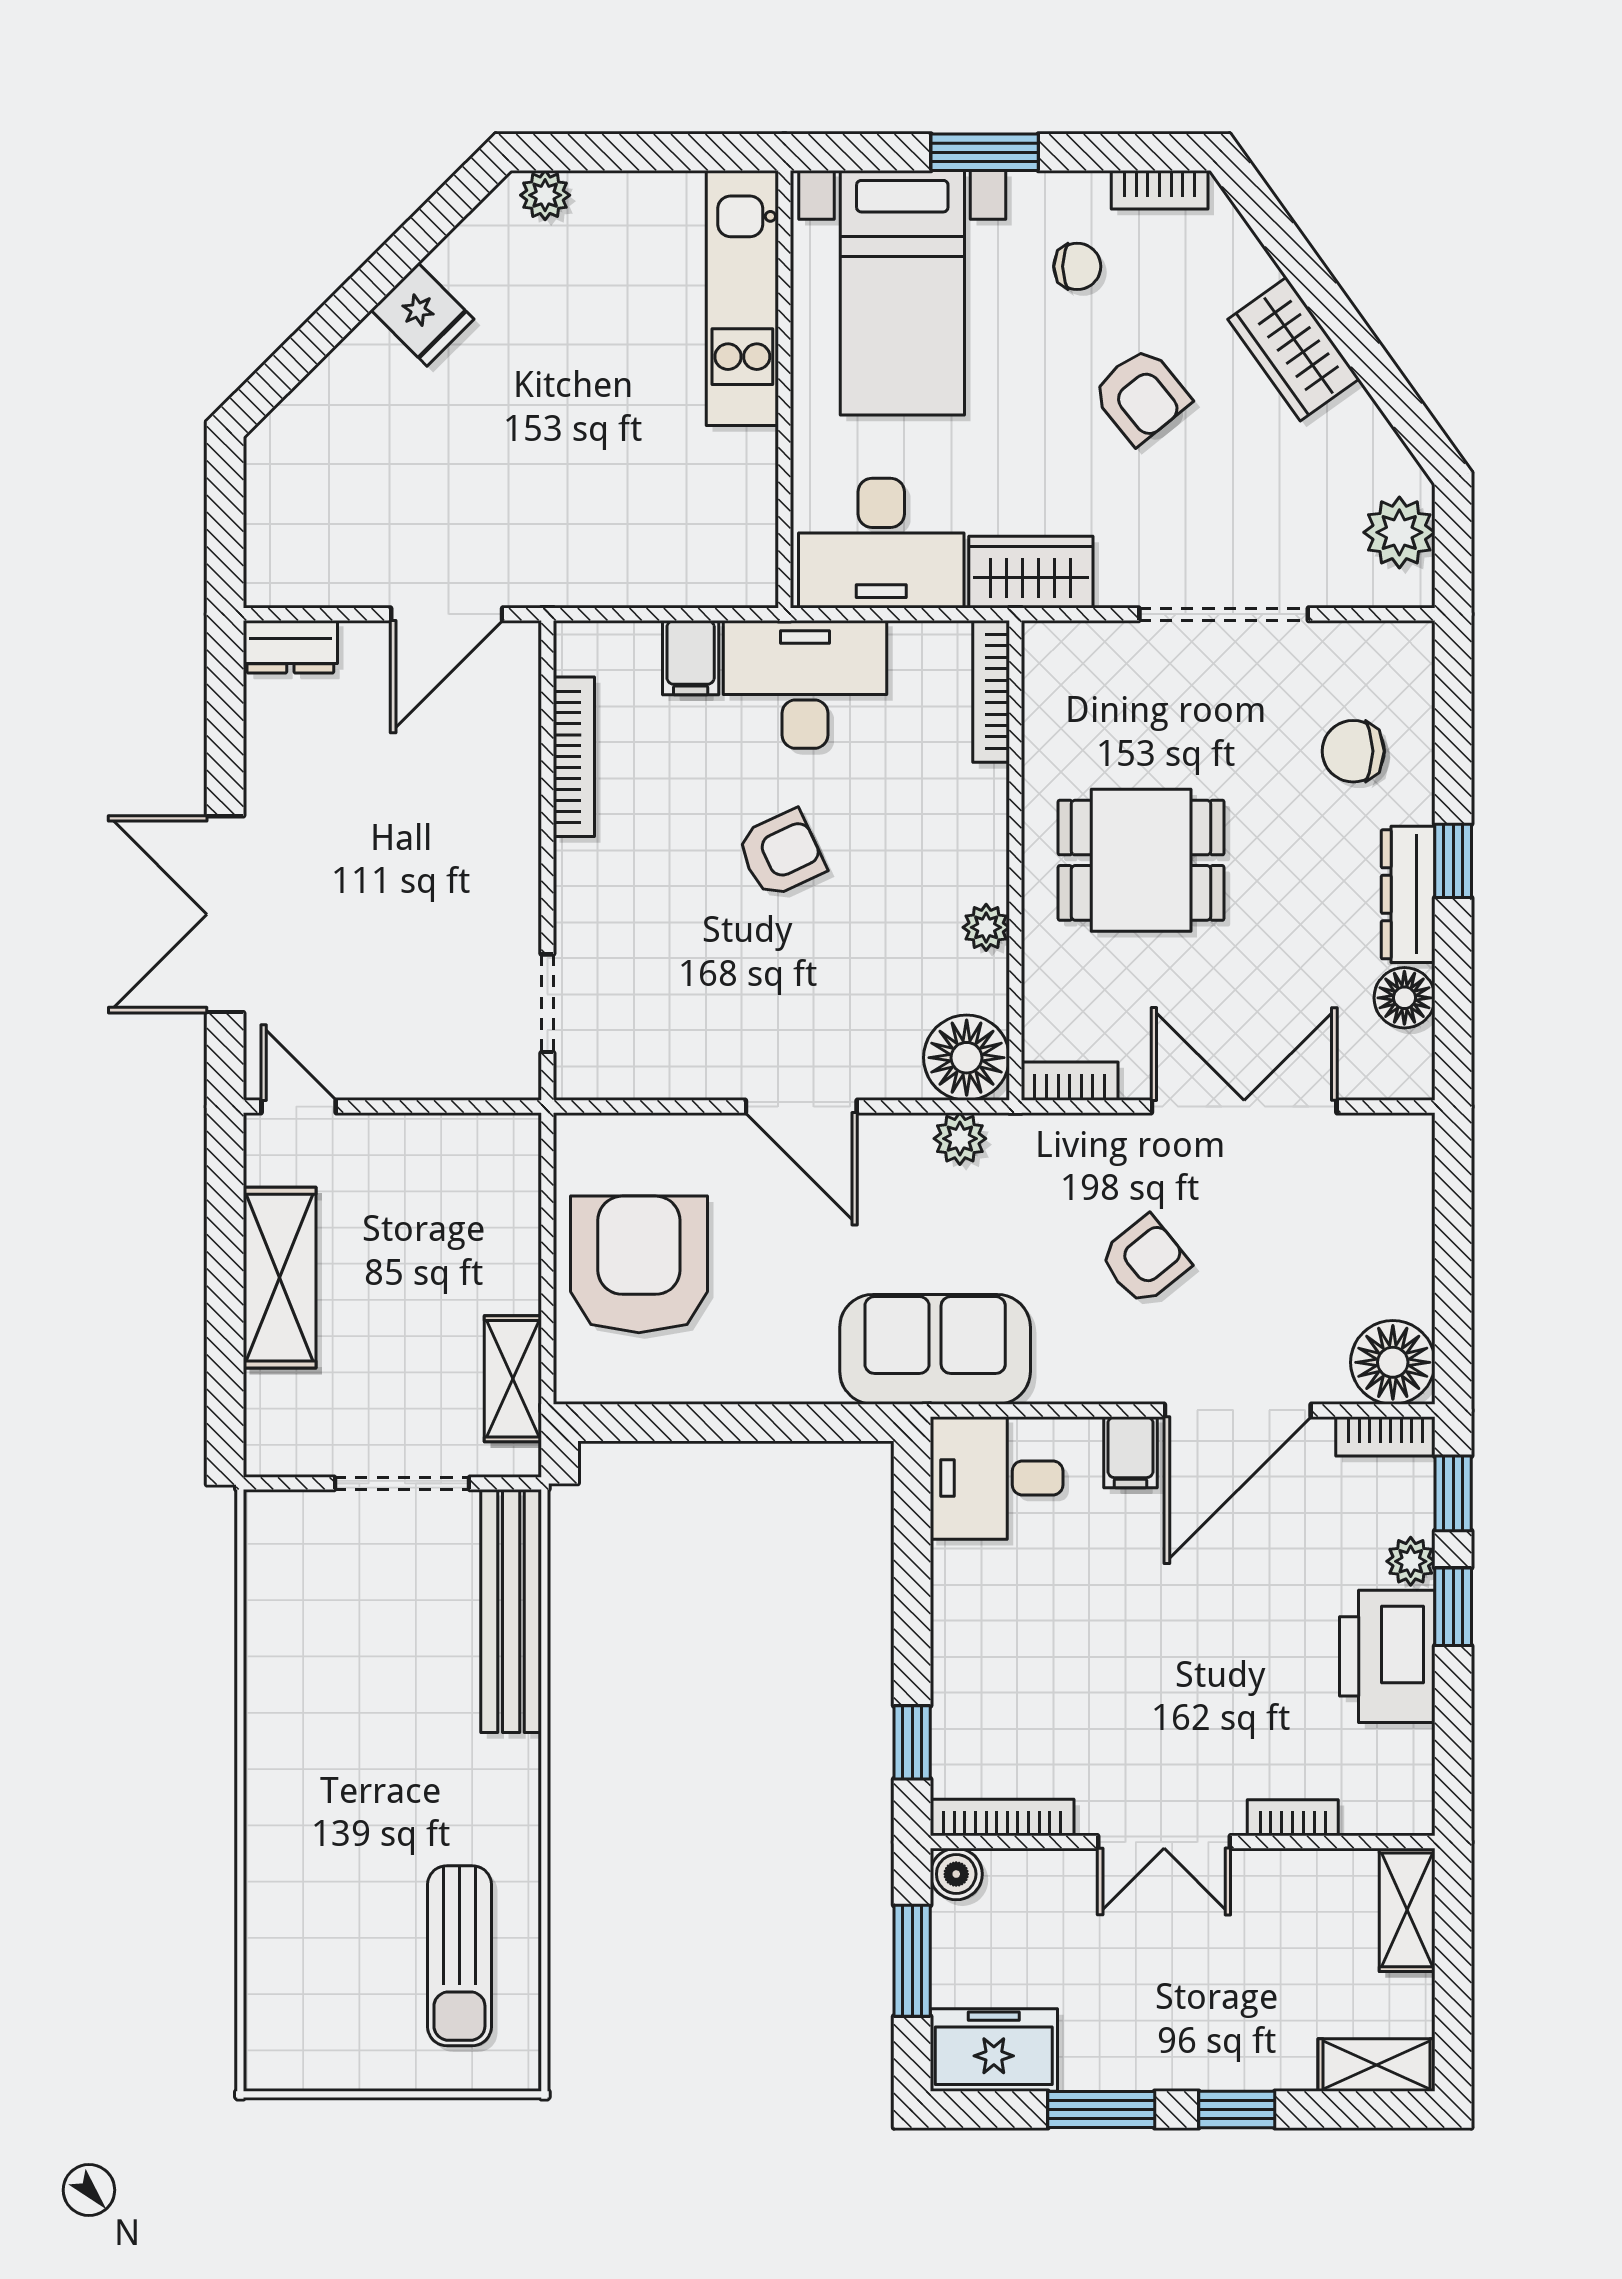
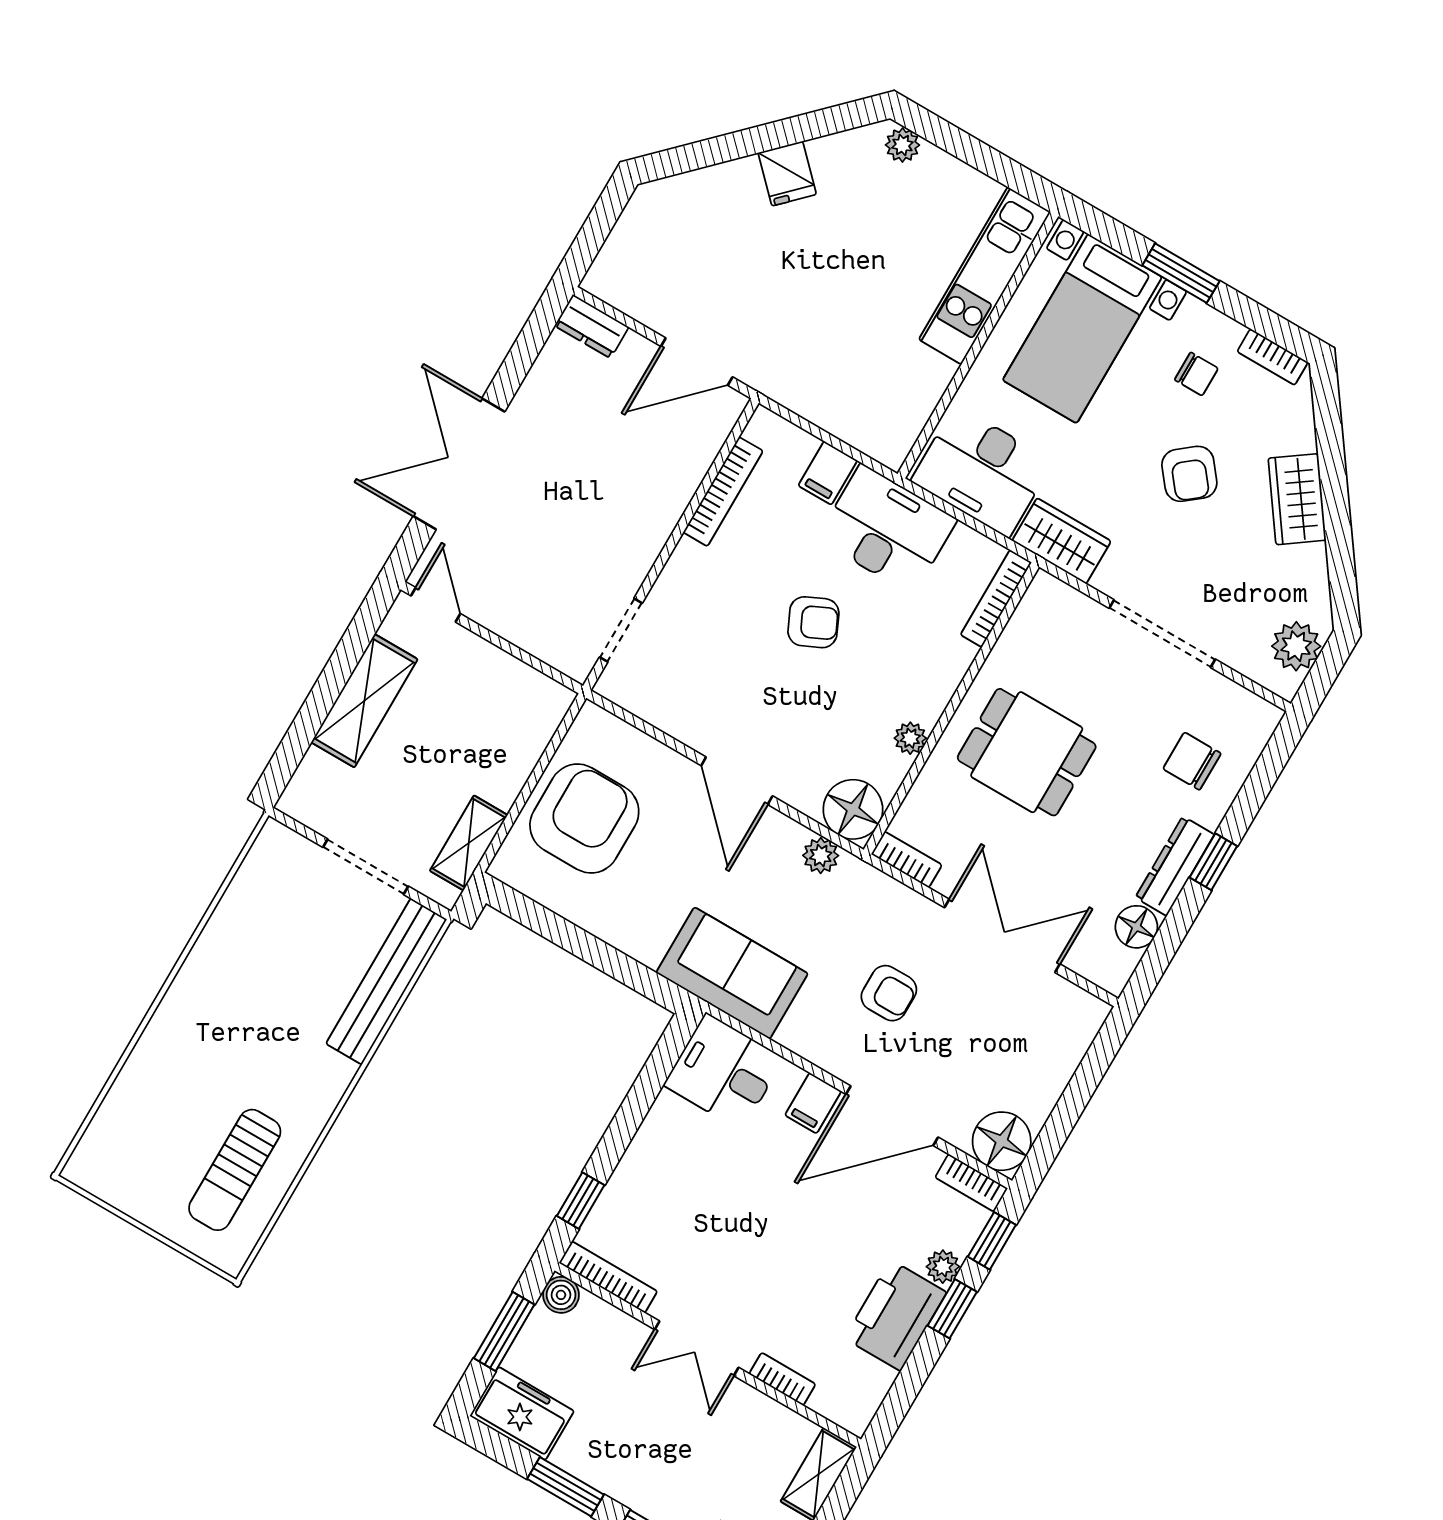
armchair: (1145, 1260) -> (889, 993), turned 39

